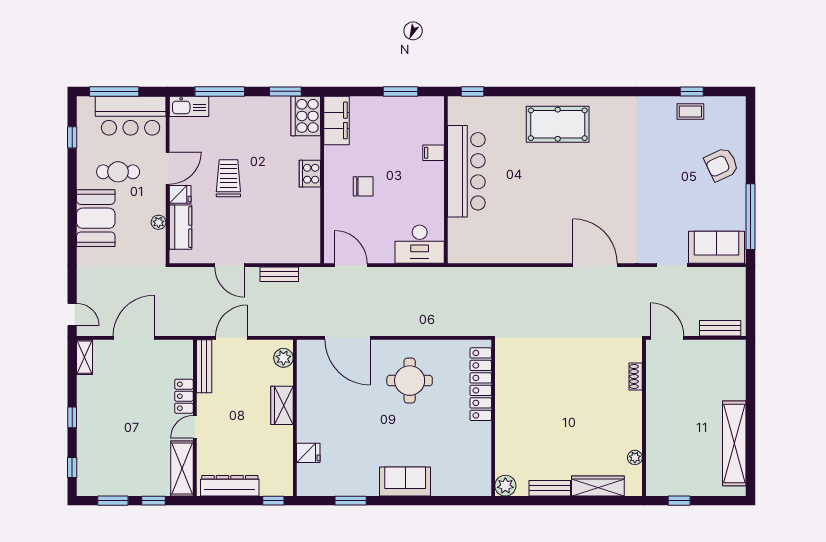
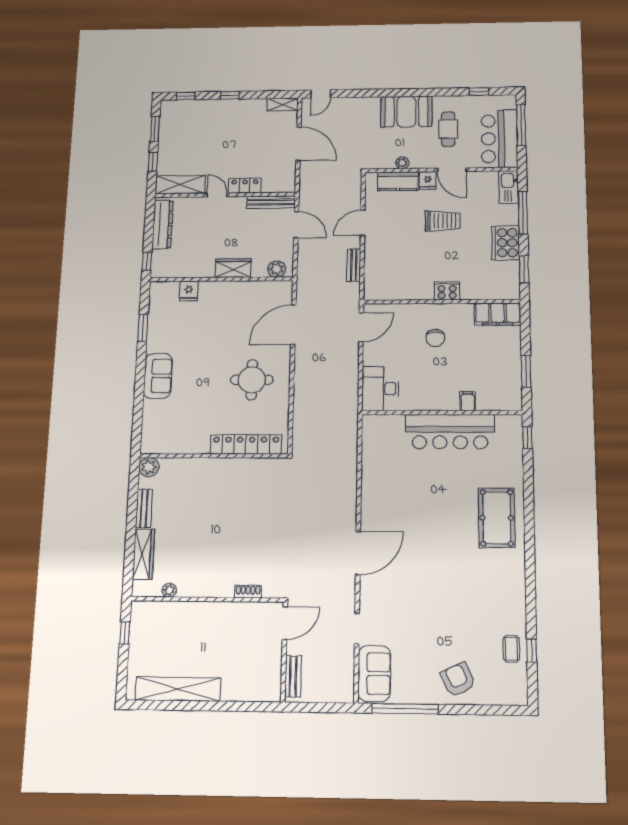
cooker: (306, 116) -> (506, 243), moved, turned -90

